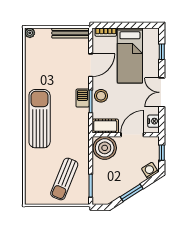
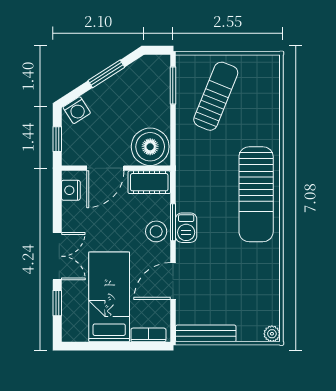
double door: (162, 92) -> (57, 256), moved

